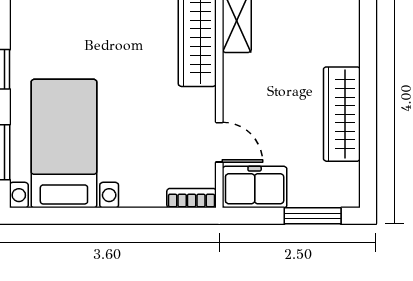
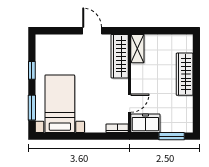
wardrobe: (342, 114) -> (185, 74), moved
door: (219, 142) -> (130, 103), hinge flipped

